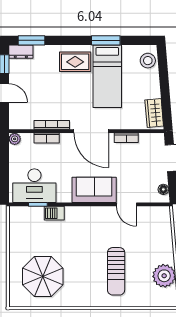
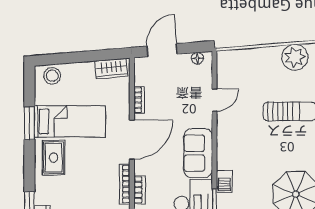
sofa: (94, 190) -> (198, 153), moved

